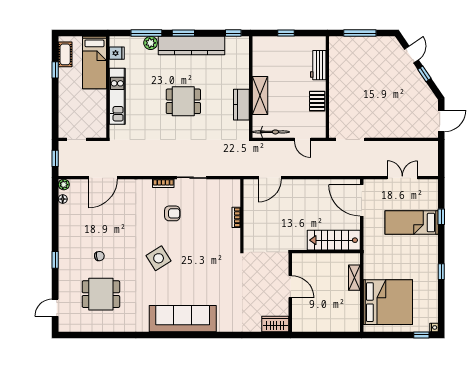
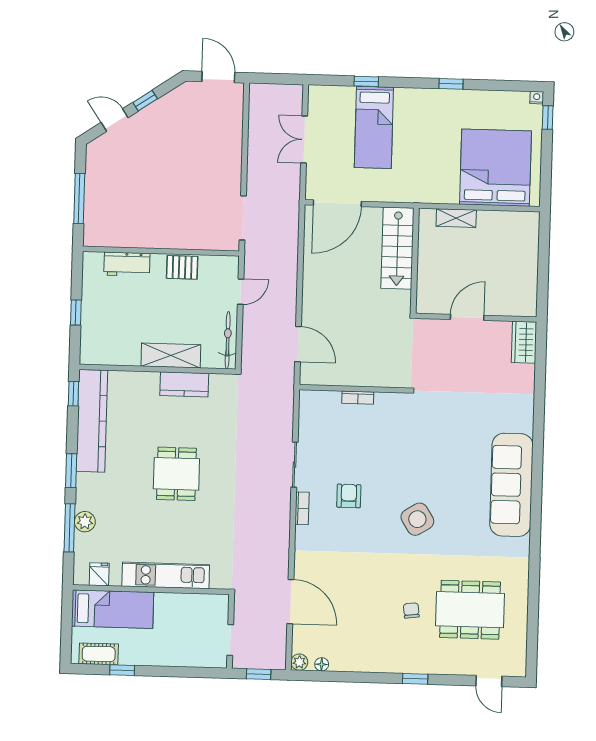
kitchen counter: (191, 46) -> (92, 421), moved
dining table: (101, 294) -> (470, 610), width x1.38

